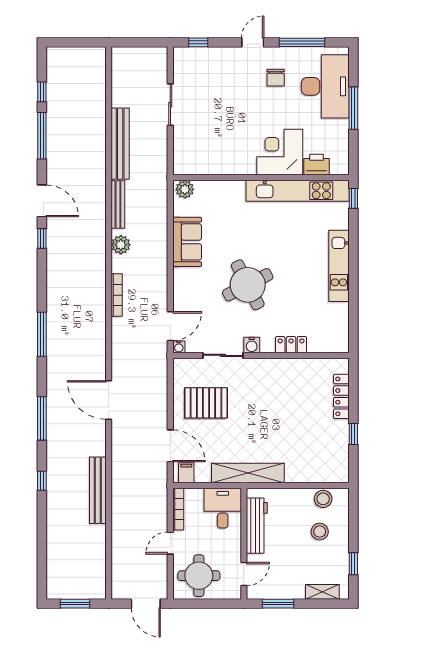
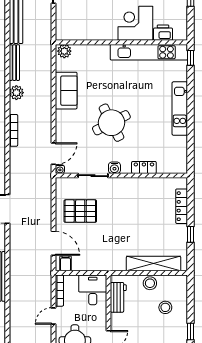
shelving: (248, 473) -> (154, 264), moved
stool: (323, 499) -> (150, 283), moved
workbench: (257, 526) -> (118, 297), width x0.73

